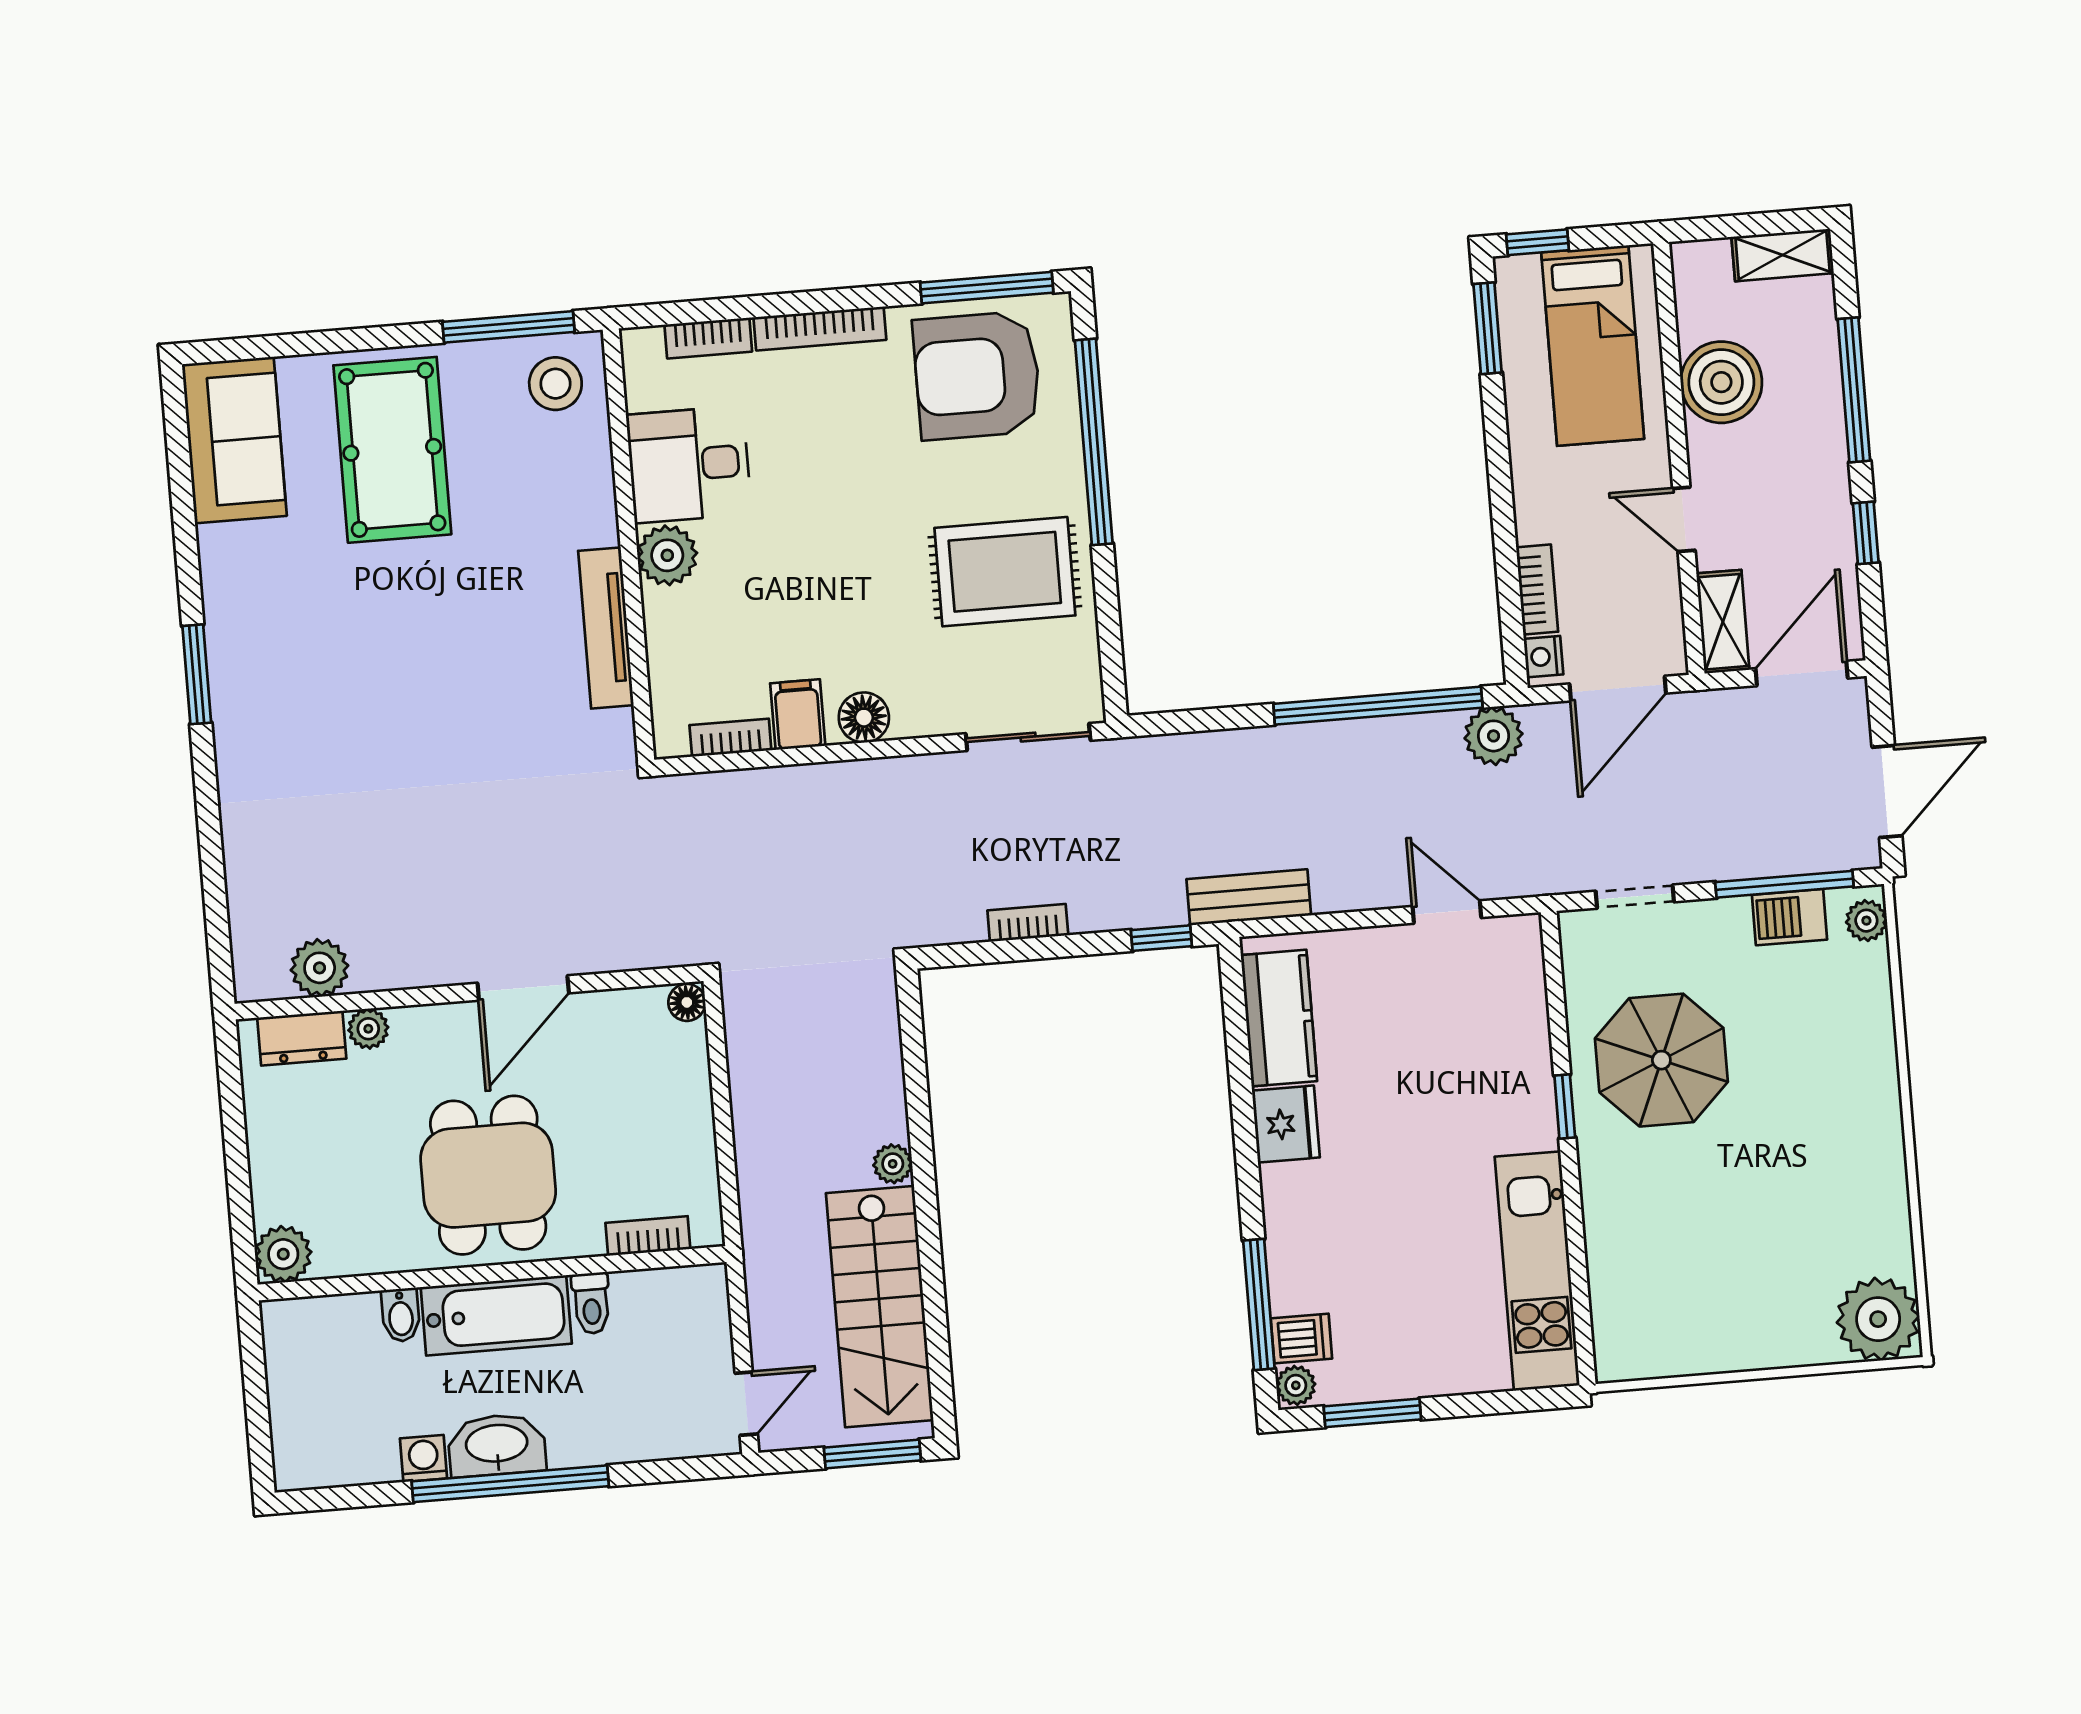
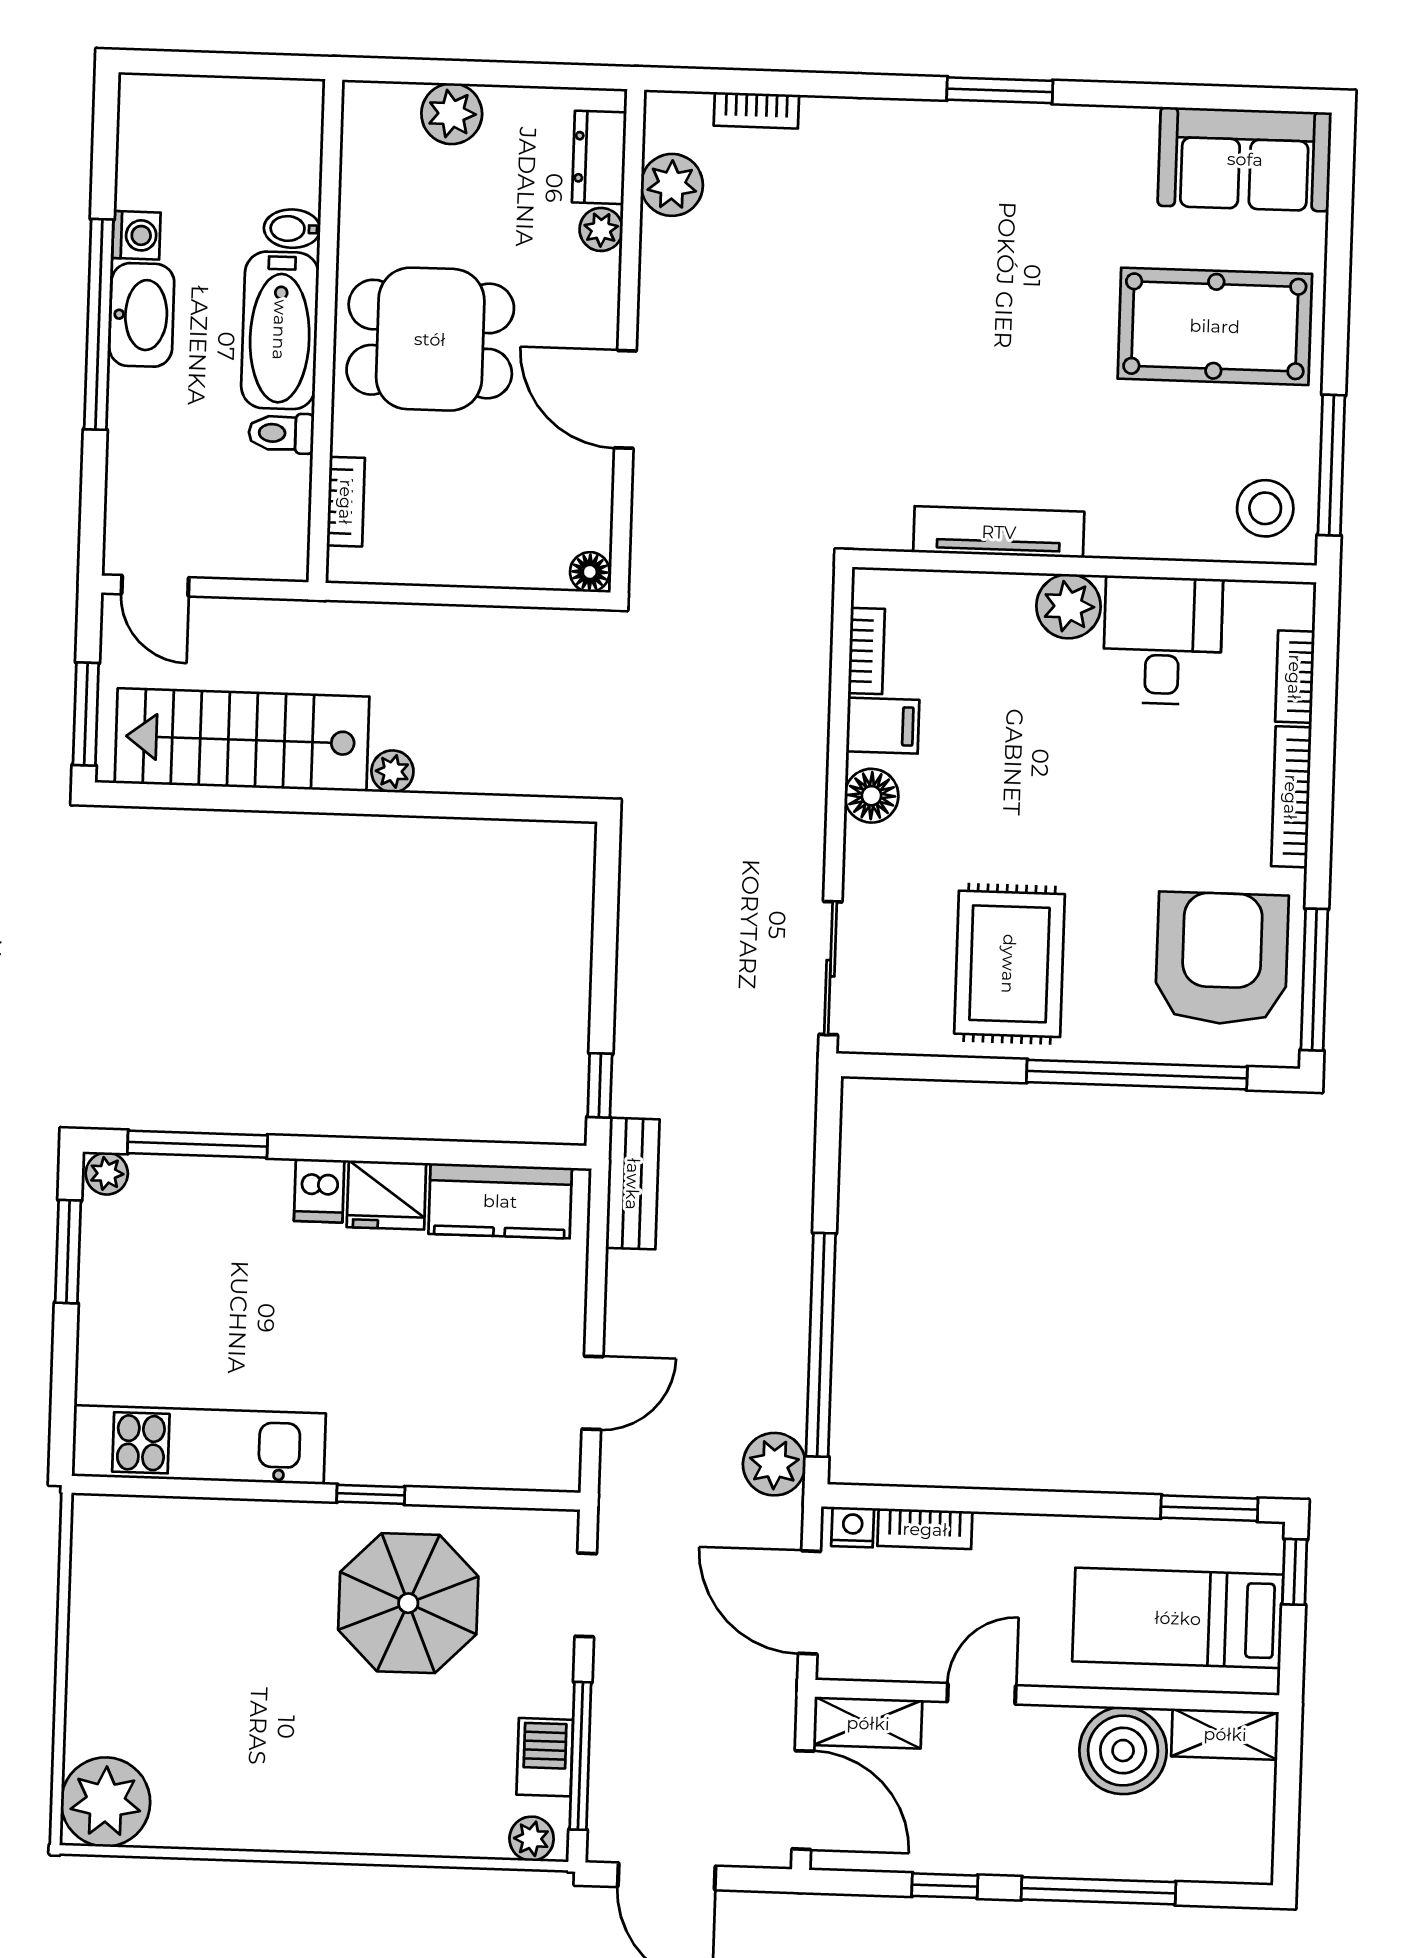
shelving: (1783, 255) -> (1225, 1734), moved, turned 90
bookcase: (1028, 923) -> (756, 110), moved, turned 90
plant: (283, 1254) -> (452, 114), moved
dishwasher: (1301, 1338) -> (319, 1191), moved

